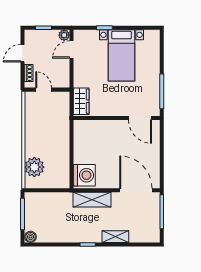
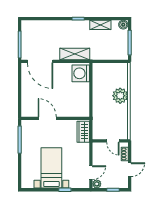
door: (140, 118) -> (47, 118), moved
plant: (34, 167) -> (120, 96), moved
shelving: (115, 237) -> (100, 25), moved

